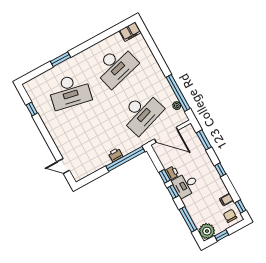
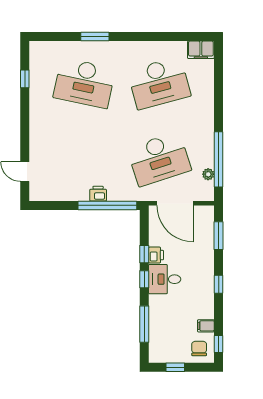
plant: (207, 231) -> (160, 352), removed

